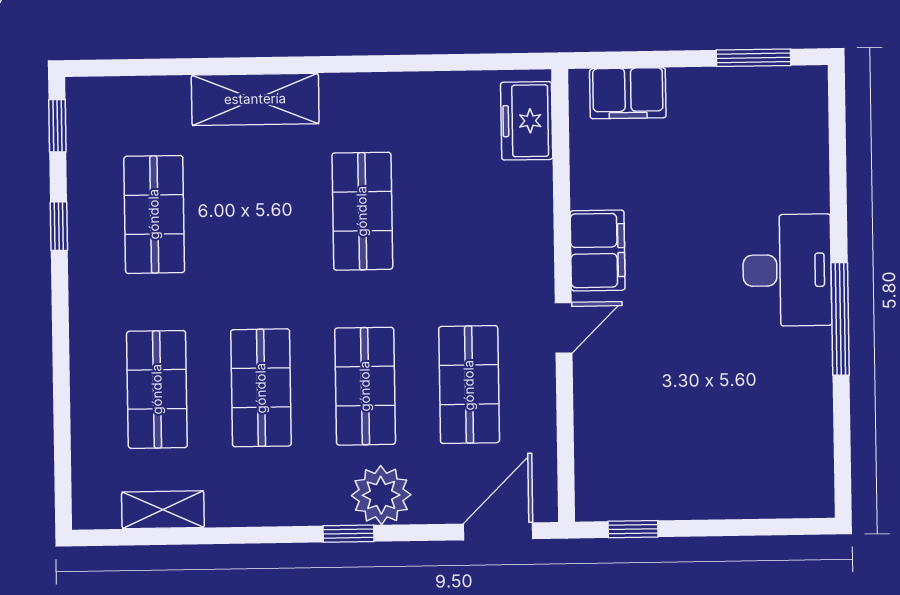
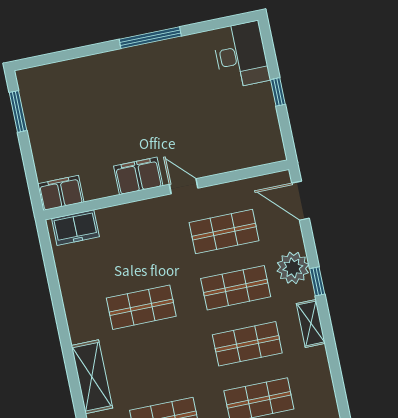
filing cabinet: (628, 93) -> (61, 193), moved, turned -90
desk: (787, 270) -> (241, 55), moved, turned 90
shelving: (163, 510) -> (311, 323), moved
window: (633, 529) -> (278, 92), moved

